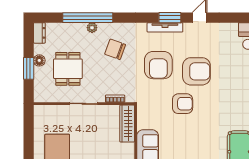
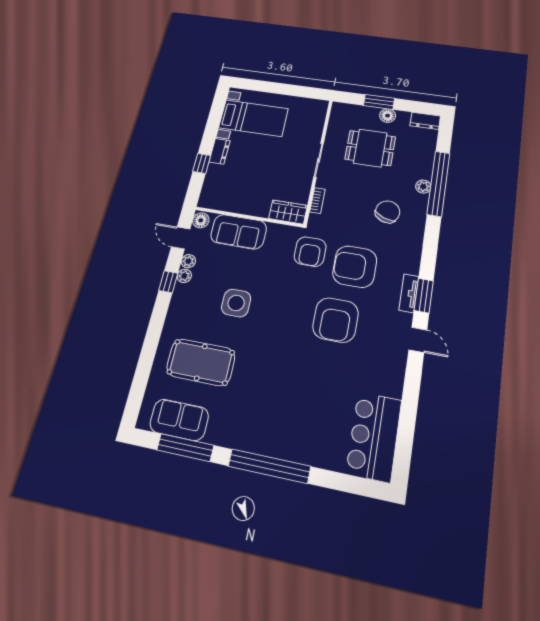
tv unit: (165, 27) -> (409, 293), width x0.71
armchair: (183, 104) -> (310, 252), moved
wardrobe: (127, 124) -> (288, 212), width x0.67
side table: (197, 138) -> (236, 303), added

